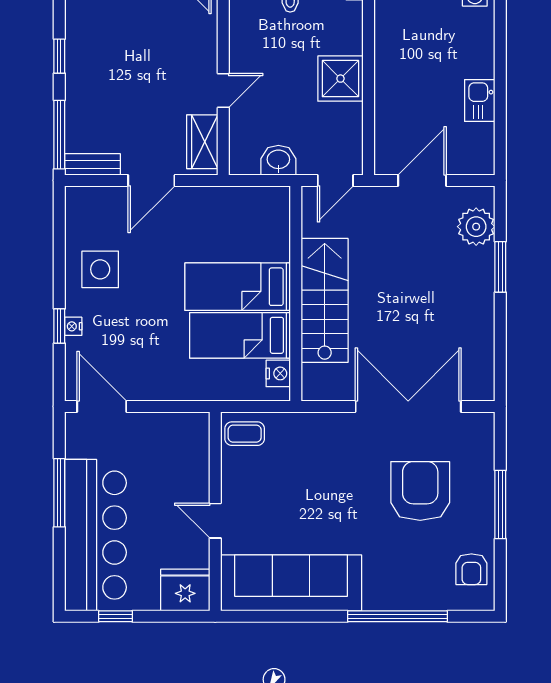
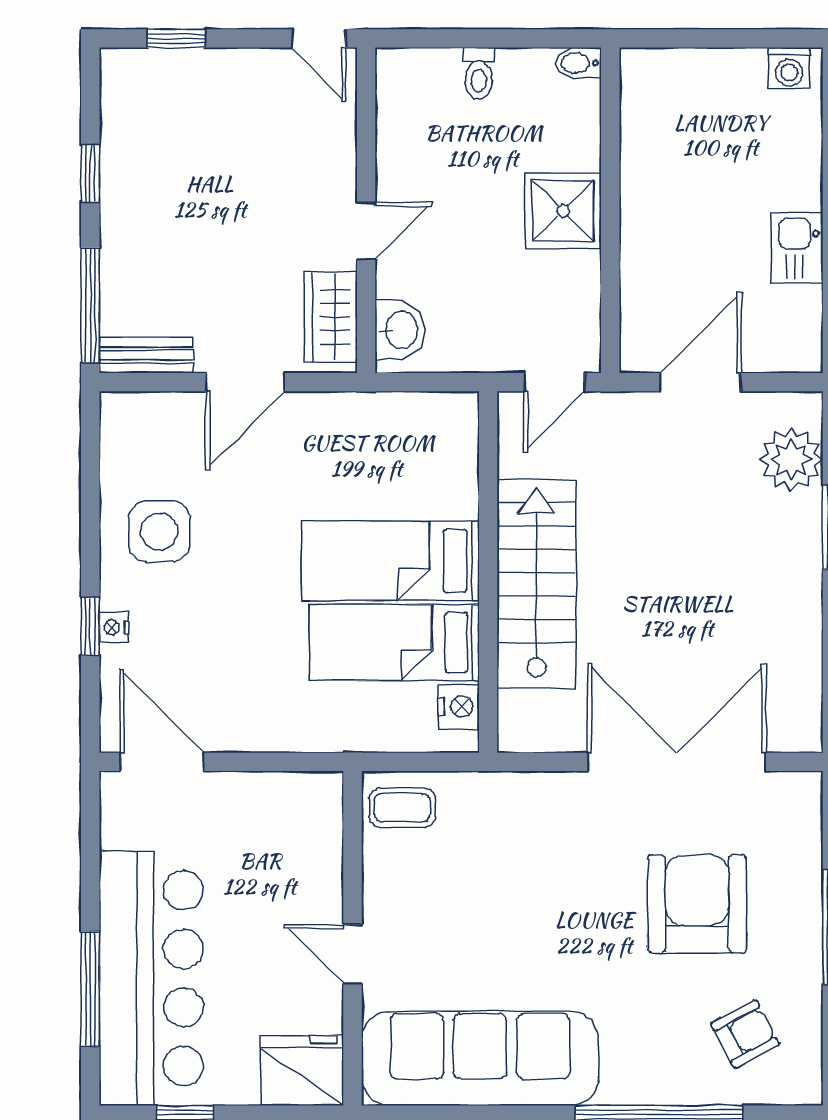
washbasin: (278, 160) -> (400, 330), moved, turned 90
window: (59, 493) -> (90, 989), moved
armchair: (471, 569) -> (745, 1034), moved, turned -118

